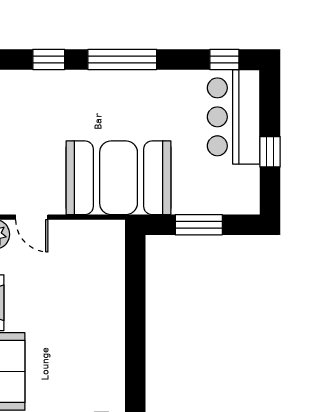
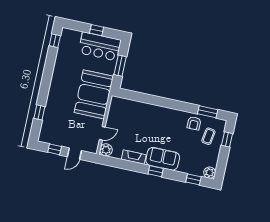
window: (122, 59) -> (46, 82), removed
bar counter: (234, 117) -> (100, 46), moved

